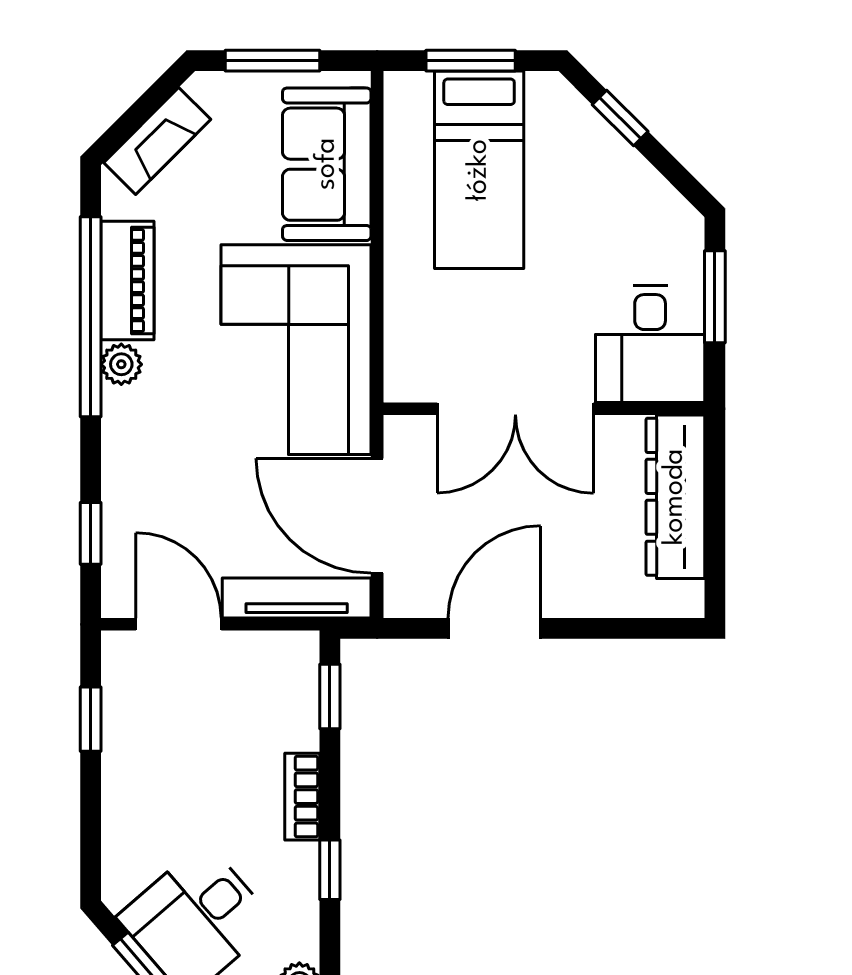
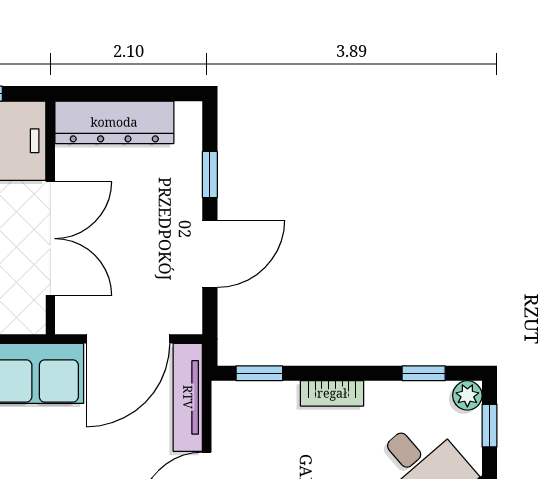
door: (494, 628) -> (210, 254), swing flipped
window: (604, 628) -> (210, 174), added
window: (330, 870) -> (424, 373), moved

